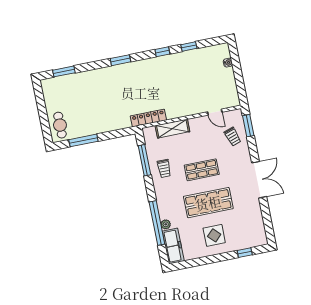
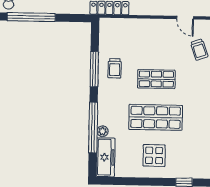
shelving: (172, 129) -> (134, 26), removed
window: (83, 140) -> (31, 17), width x1.46
window: (144, 160) -> (94, 69), moved

